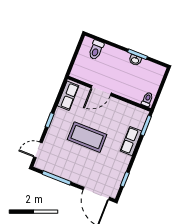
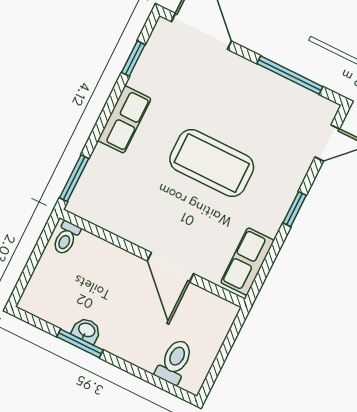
door: (101, 91) -> (170, 267), swing flipped
row of seats: (131, 141) -> (124, 119), moved

